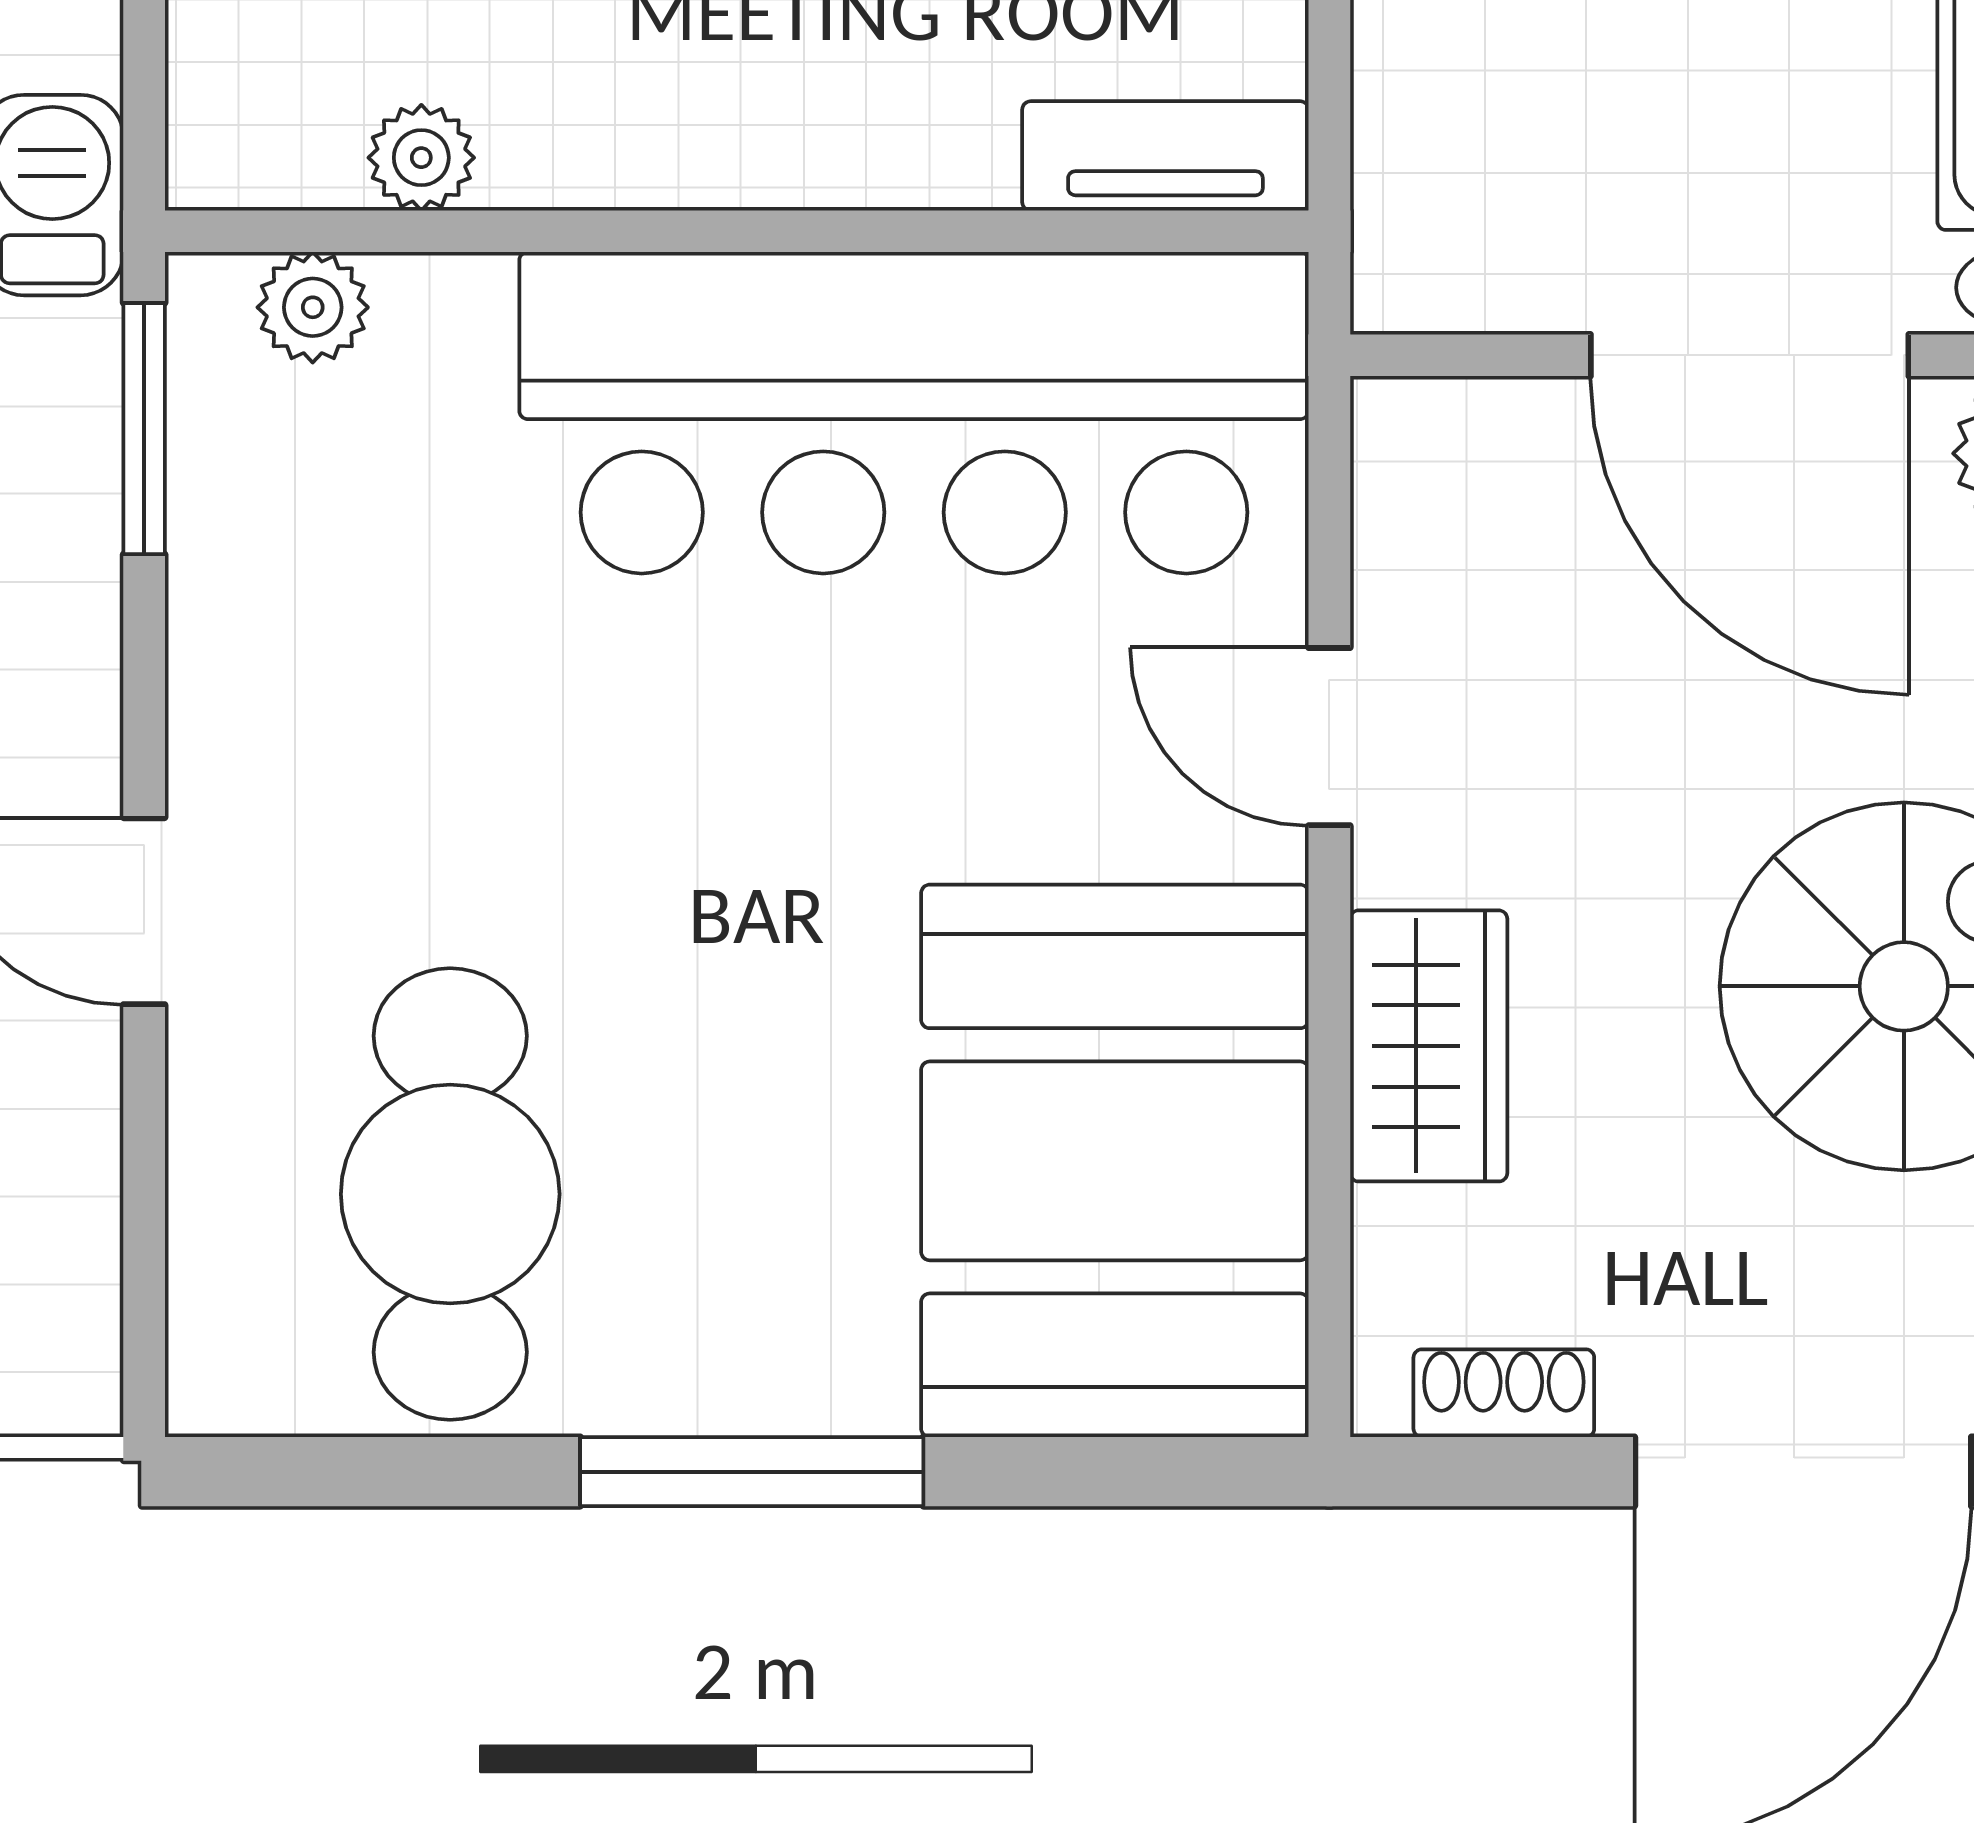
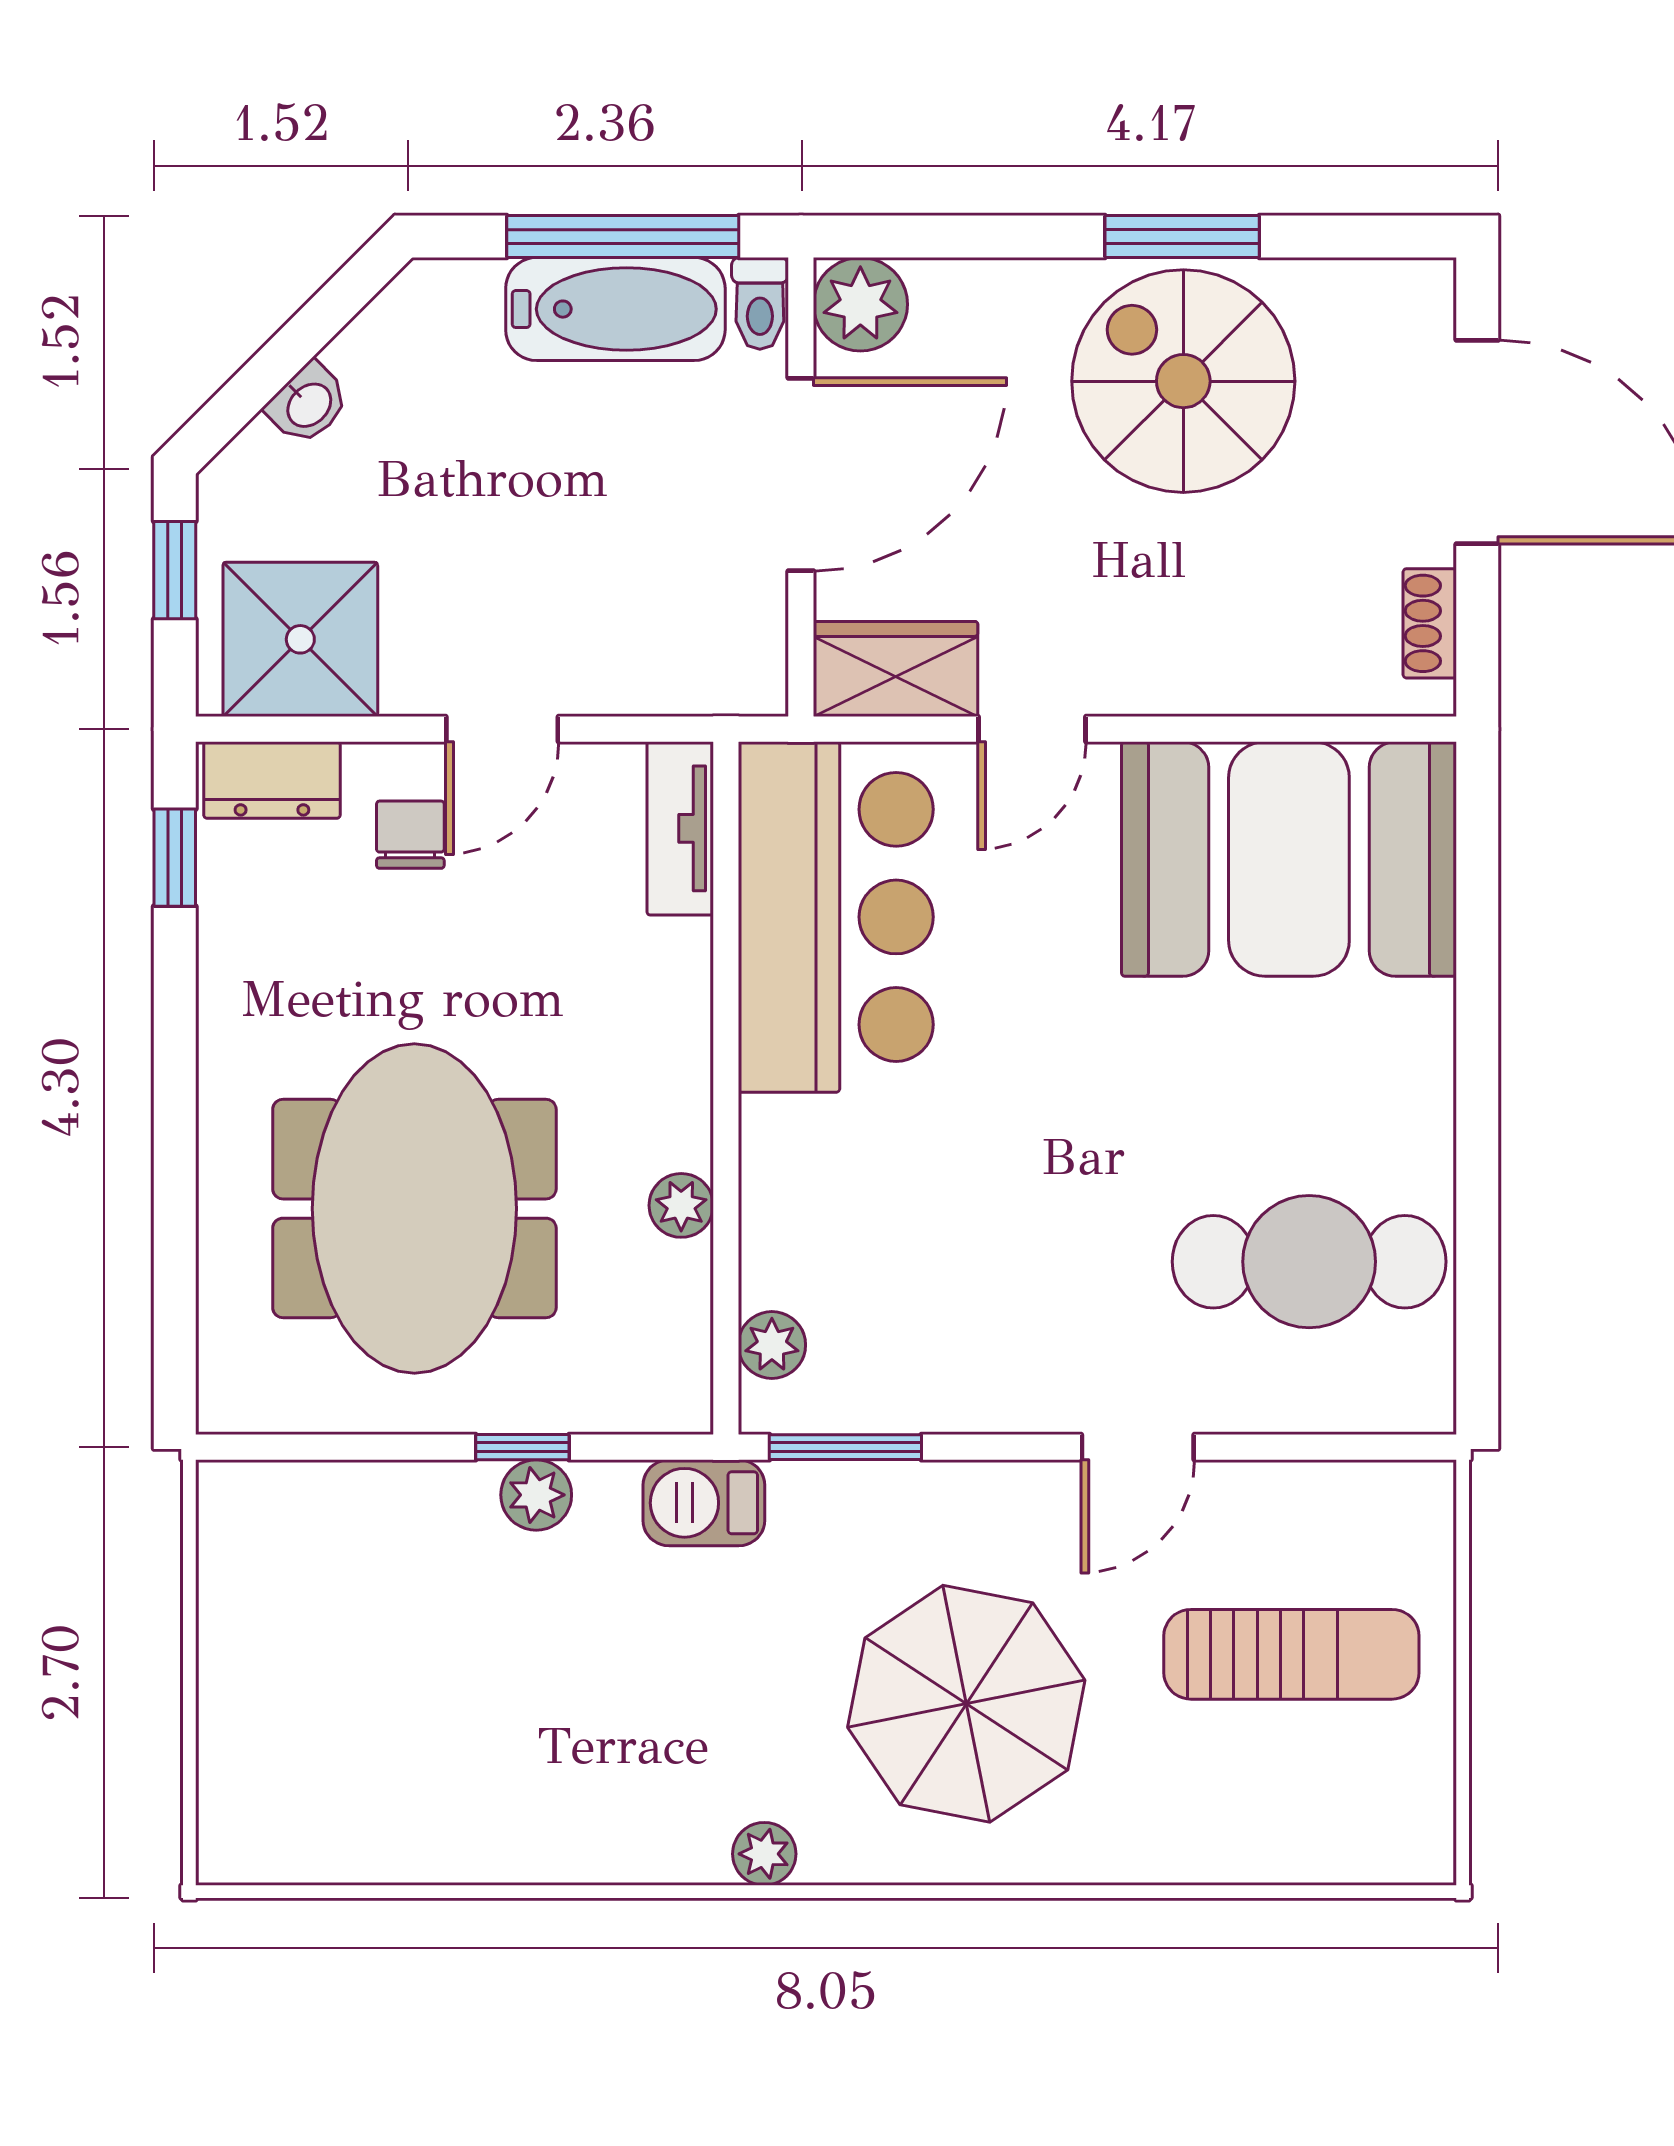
plant: (421, 158) -> (681, 1205), moved
bar counter: (914, 413) -> (836, 917), width x0.73
wardrobe: (1429, 1046) -> (896, 669), moved
window: (752, 1472) -> (1477, 1079), removed

